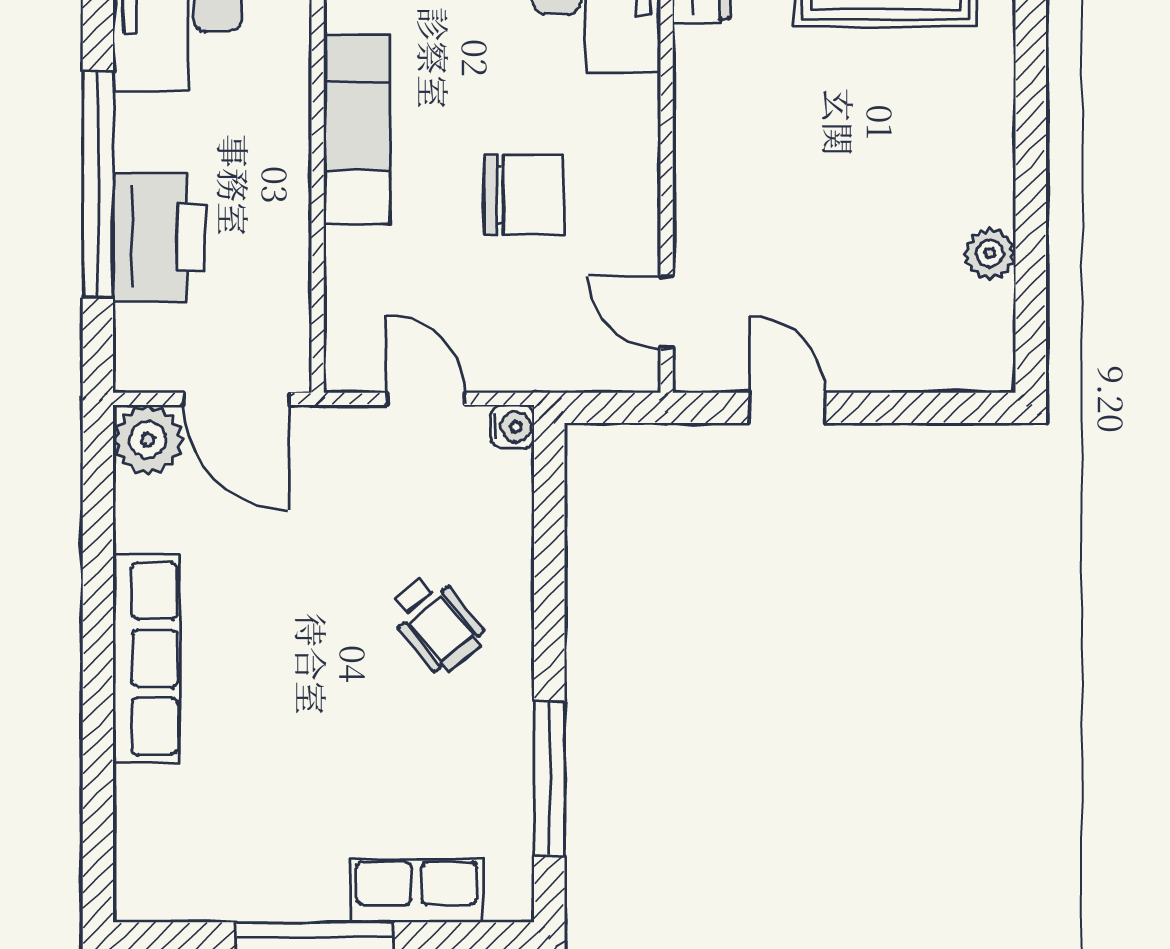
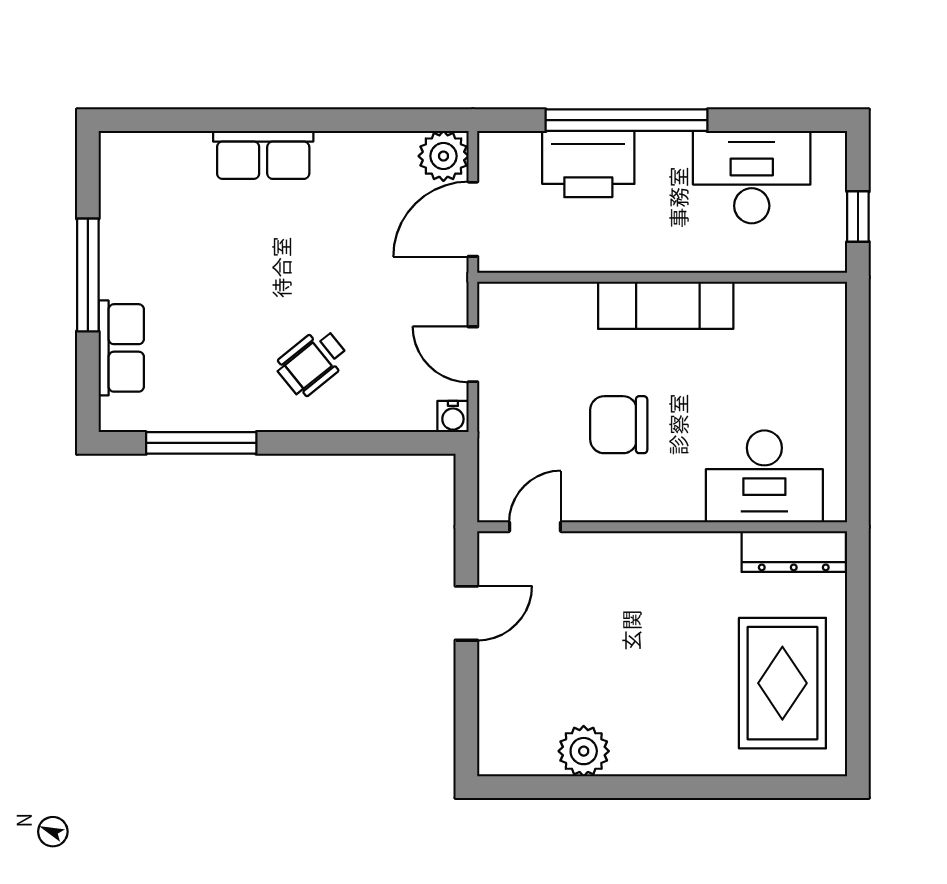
chair: (524, 195) -> (619, 425), turned 90
plant: (990, 253) -> (584, 751), width x1.38, depth x1.38
door: (425, 399) -> (473, 354), swing flipped
row of seats: (146, 659) -> (263, 155), width x0.68

